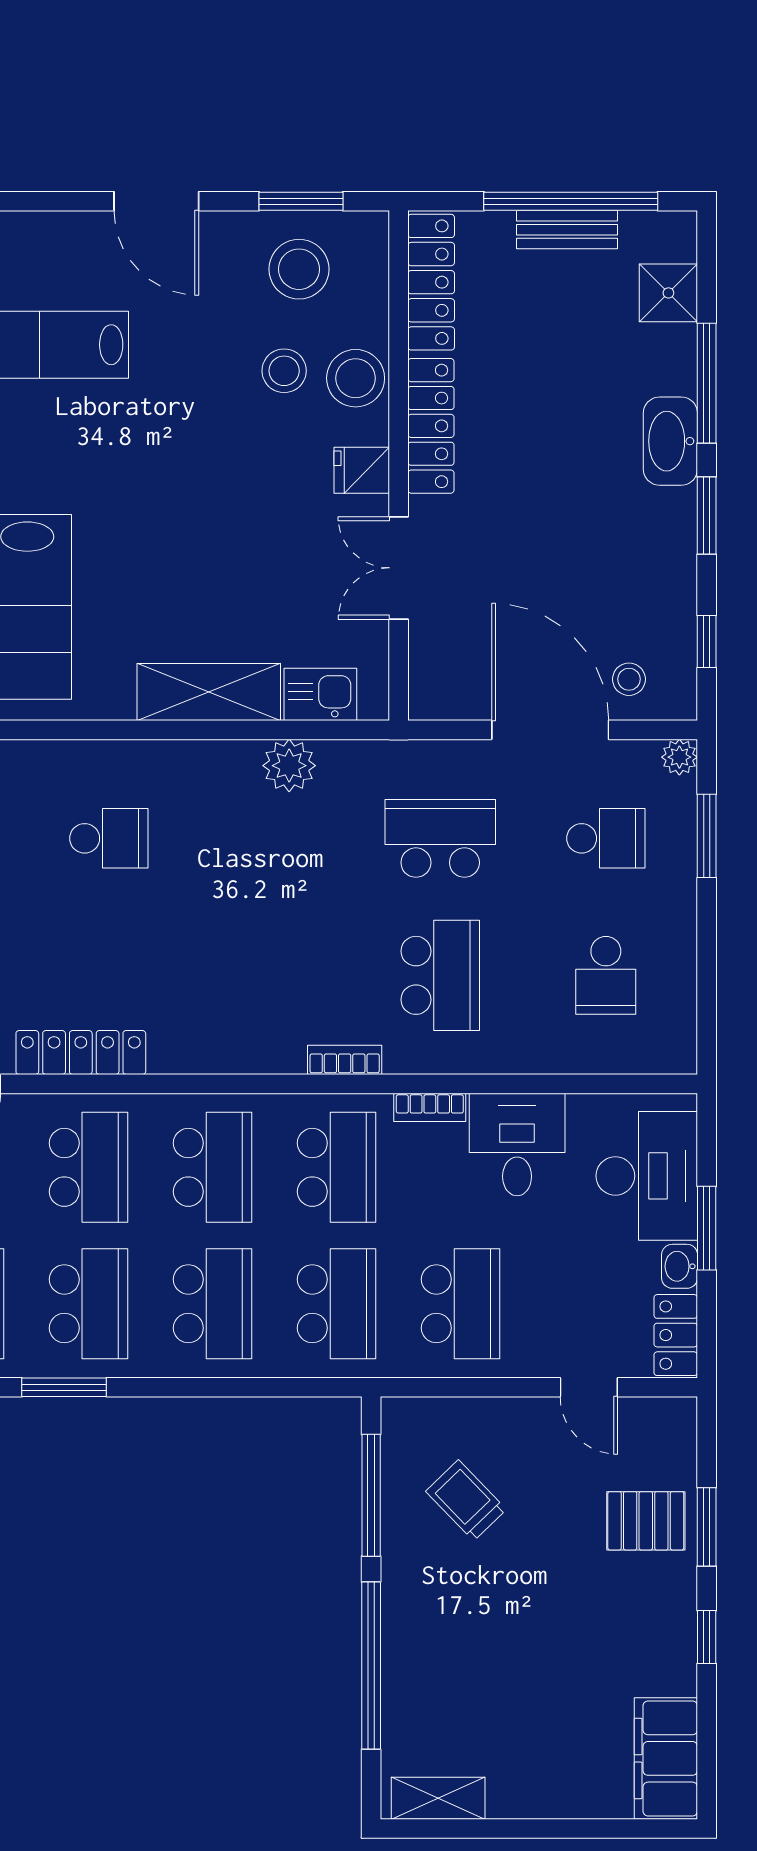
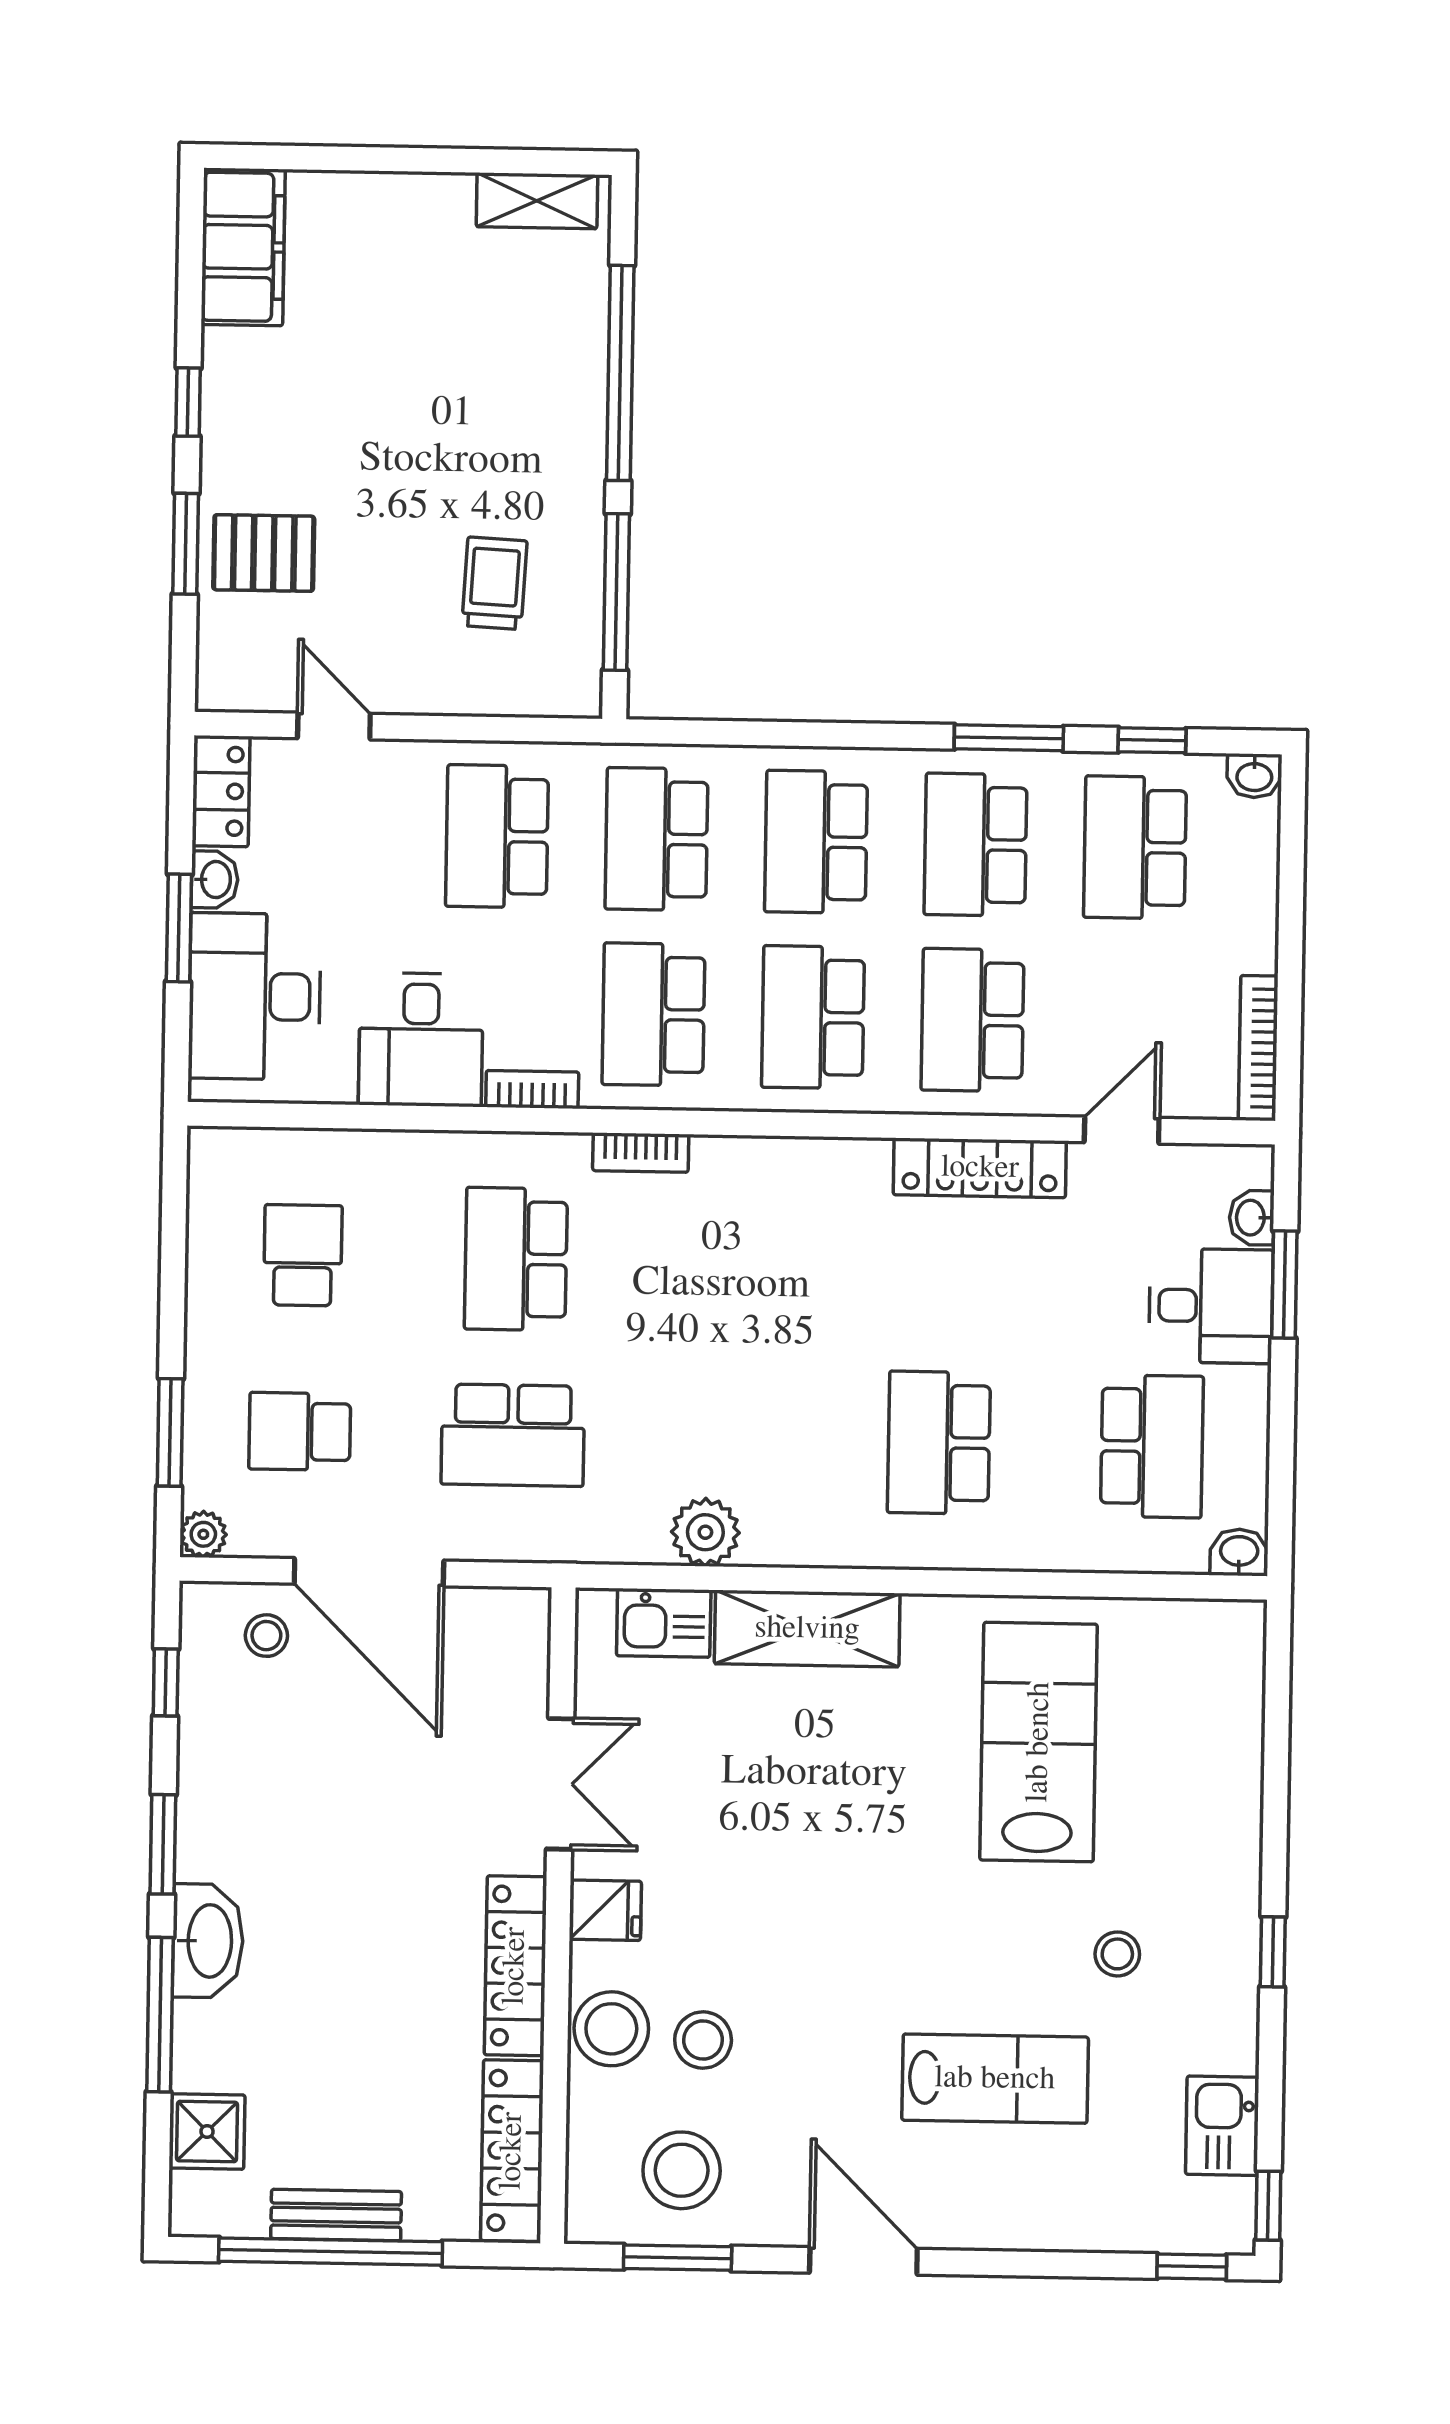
school desk: (109, 838) -> (939, 1443), width x1.85
trolley: (466, 1500) -> (494, 583), turned -133

